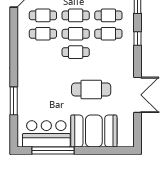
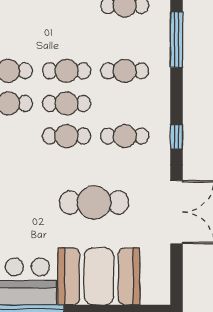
cafe table: (108, 34) -> (125, 136), moved
window: (137, 39) -> (176, 137), moved

